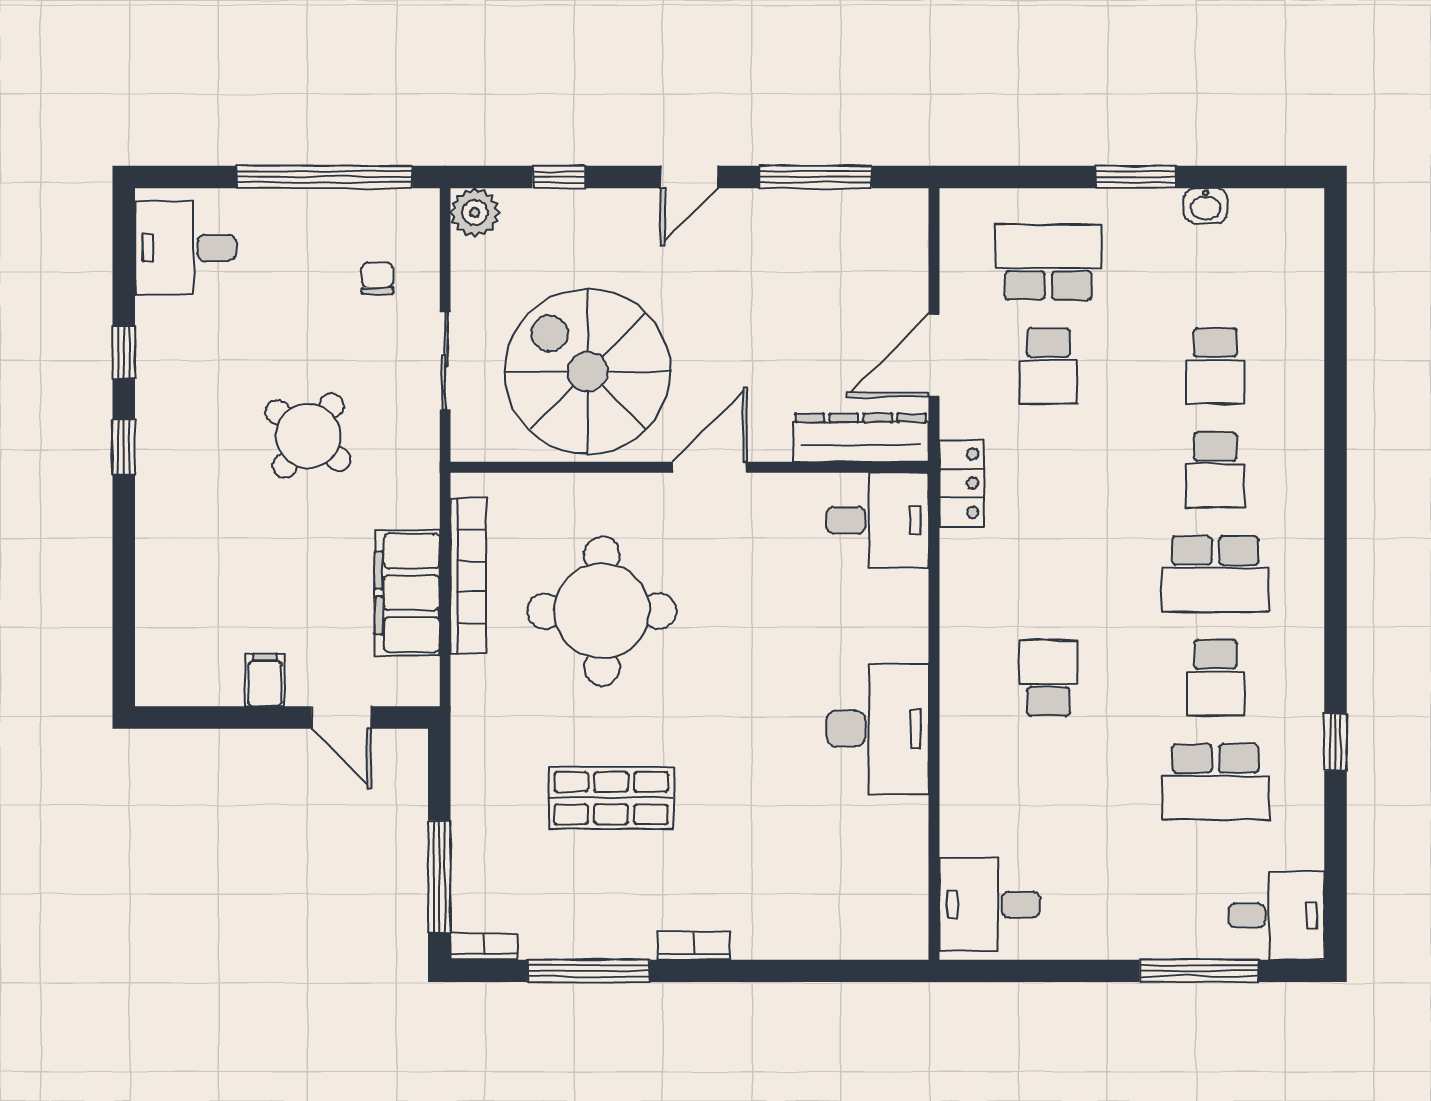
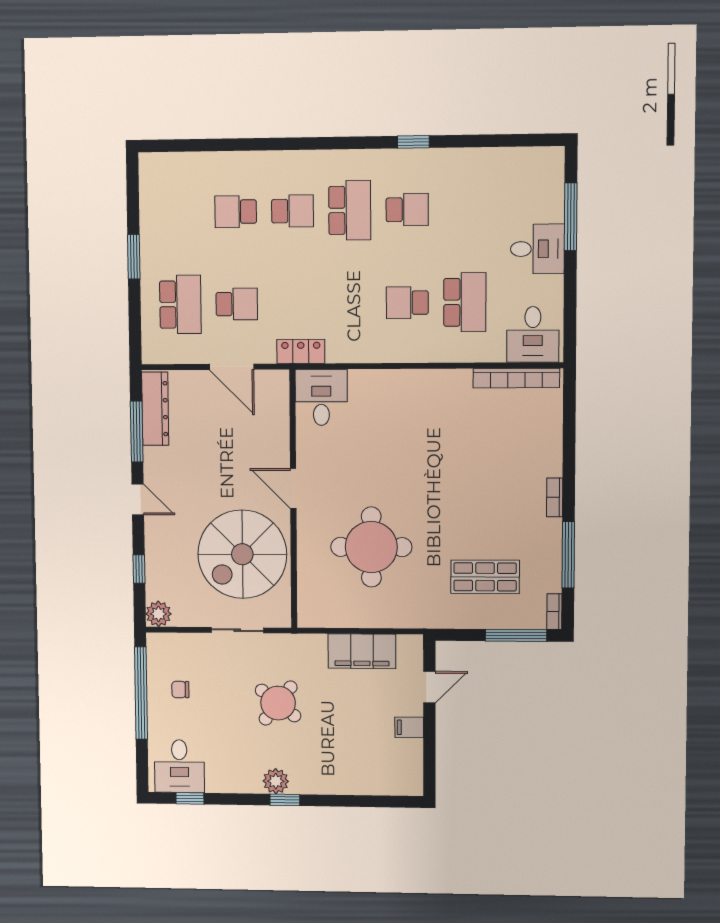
washbasin: (1206, 206) -> (149, 218), removed
school desk: (1048, 262) -> (180, 304), turned 180
chair: (377, 278) -> (180, 690), moved
window: (124, 353) -> (190, 798), moved
school desk: (1215, 366) -> (236, 212), turned 180
plant: (159, 430) -> (276, 781), added
dresser: (861, 438) -> (155, 409), moved, turned 180
bookcase: (468, 576) -> (516, 378), moved, turned 180
desk: (878, 729) -> (435, 397), removed
window: (1335, 742) -> (413, 142), moved
school desk: (1215, 782) -> (465, 302), moved
shop shelf: (611, 798) -> (485, 577), moved, turned 90
desk: (1277, 915) -> (537, 249), moved, turned 90

